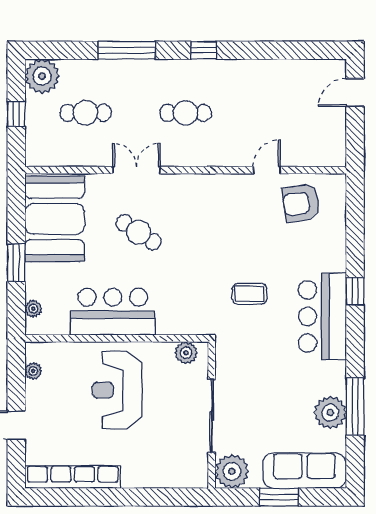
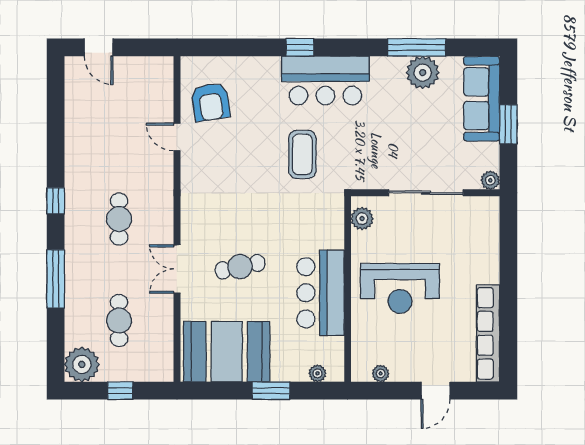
cafe table: (139, 232) -> (240, 267), turned 45
coffee table: (249, 294) -> (302, 154), width x1.36, depth x1.30
plant: (232, 471) -> (490, 180), width x0.53, depth x0.53

